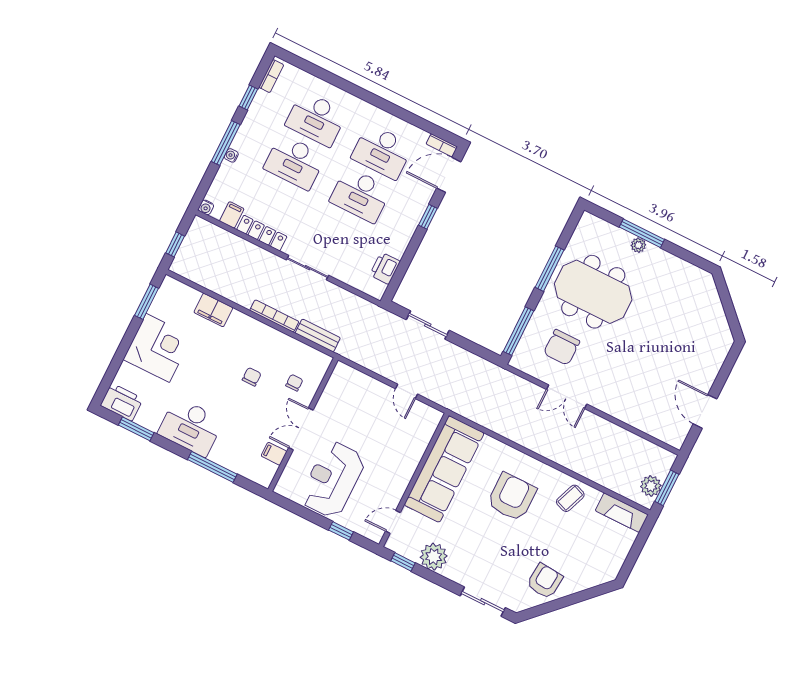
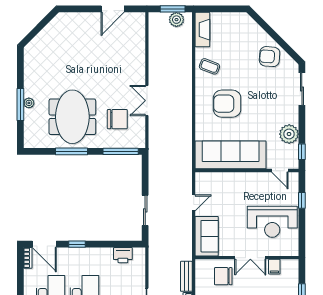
chair: (294, 383) -> (223, 276), width x1.87, depth x1.87
sofa: (356, 387) -> (207, 236), added
double door: (567, 397) -> (147, 101), swing flipped

